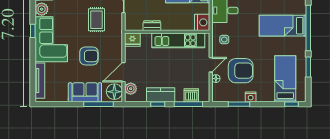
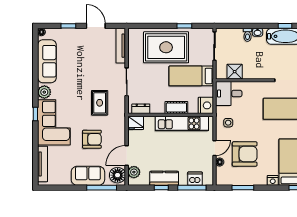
cot: (173, 25) -> (176, 108), added
dresser: (152, 26) -> (141, 109), moved
nightstand: (251, 97) -> (273, 180), moved

